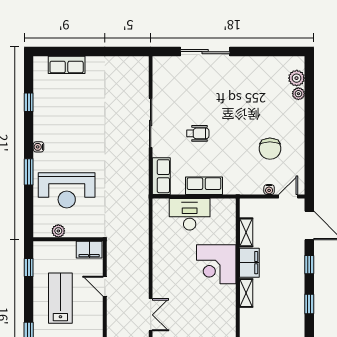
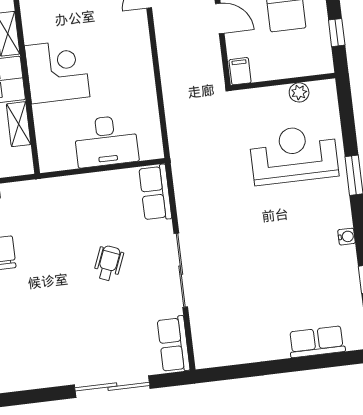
wheelchair: (198, 133) -> (109, 263), turned 112
water cooler: (38, 147) -> (346, 237), moved
row of seats: (204, 186) -> (174, 344), moved, turned 90
filing cabinet: (89, 250) -> (240, 71), width x0.50

